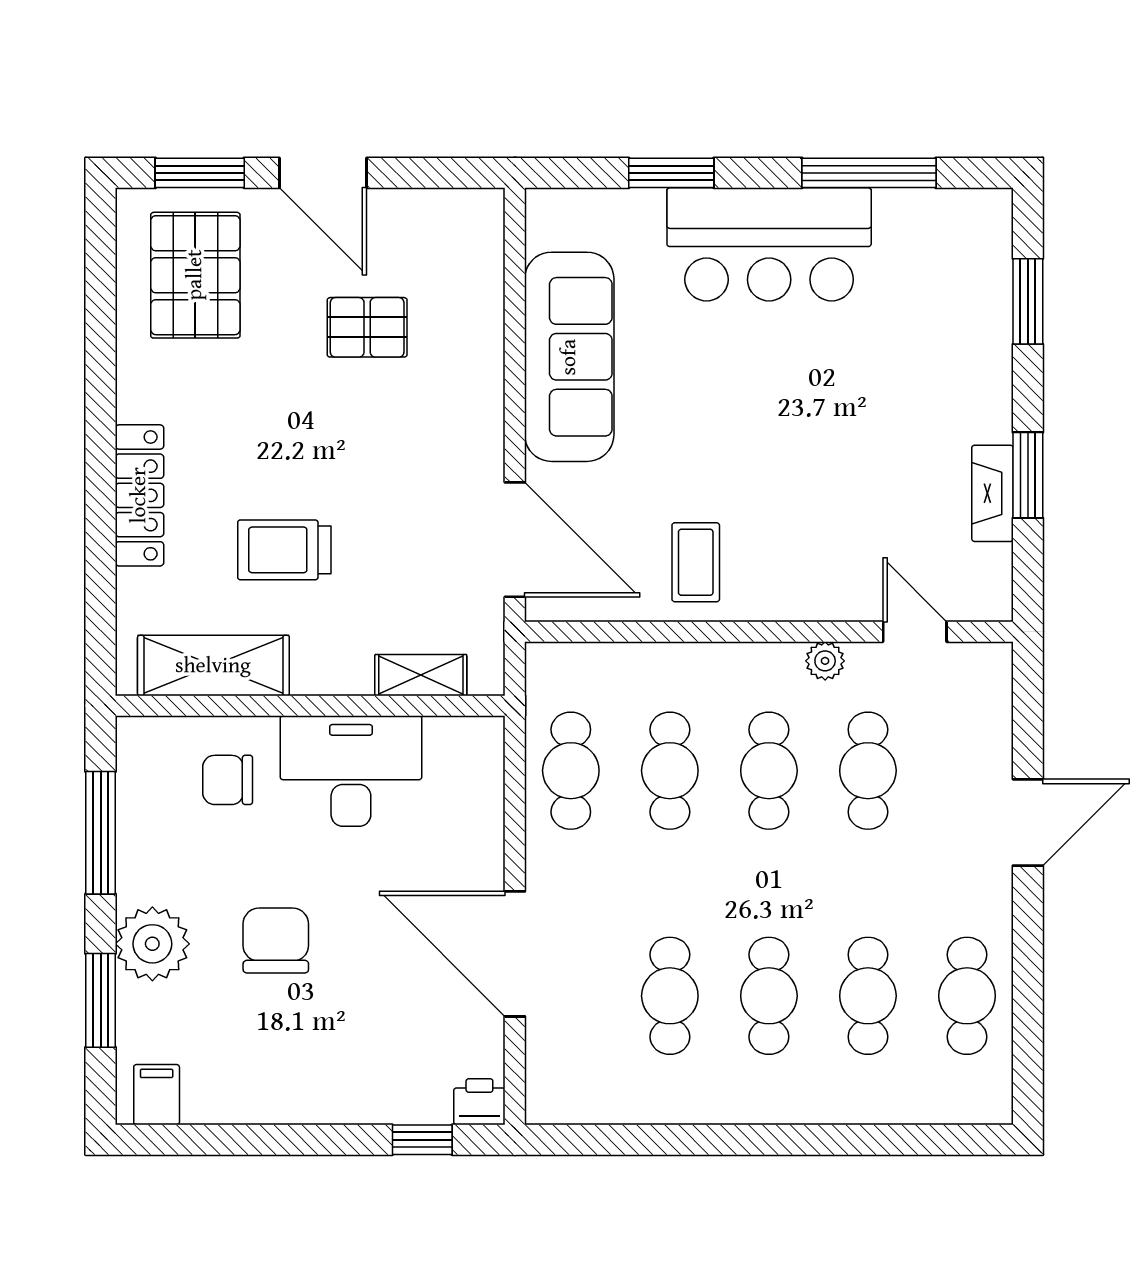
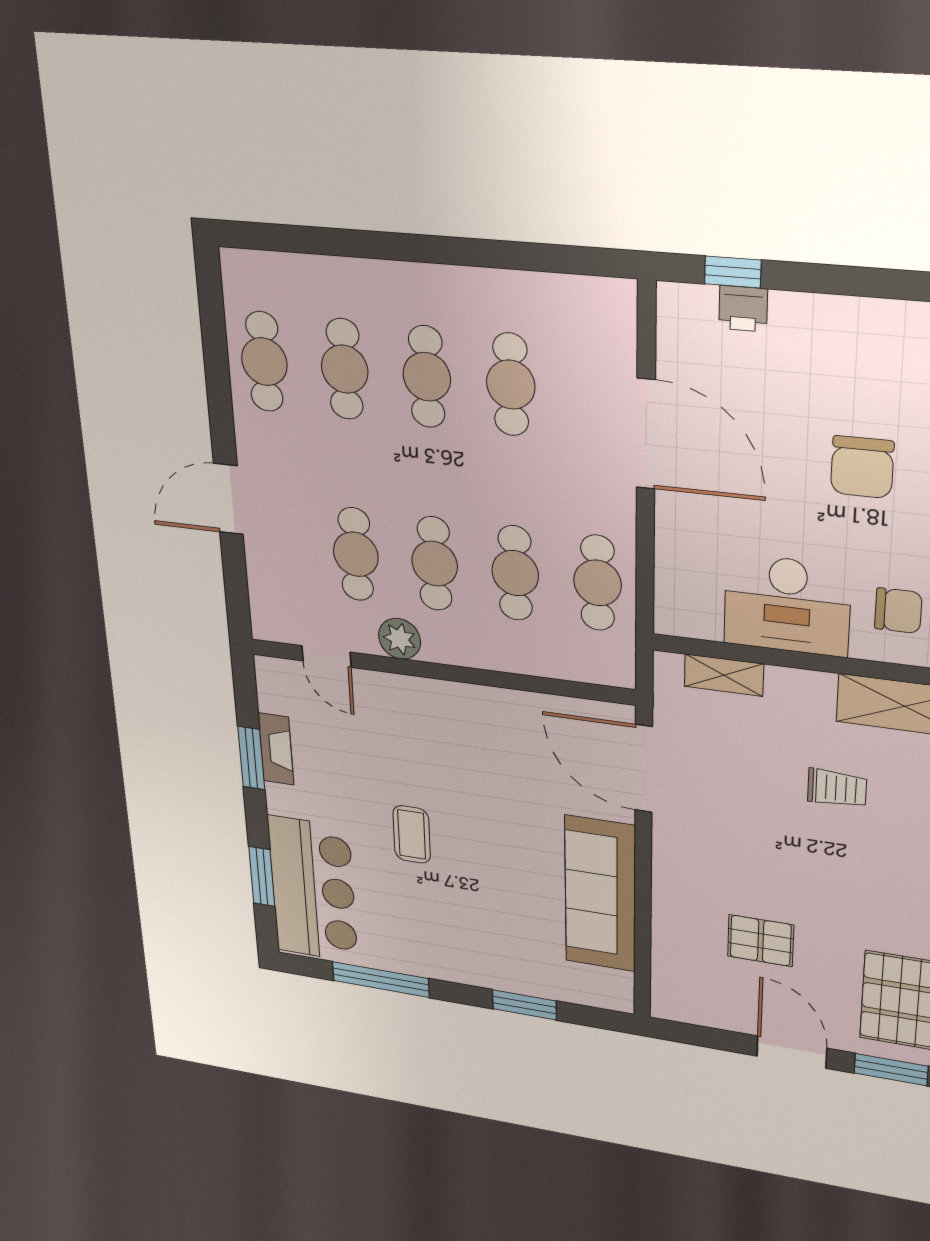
bar counter: (769, 244) -> (313, 890), moved, turned 90
trolley: (284, 550) -> (837, 788), width x0.73, depth x0.72
coffee table: (696, 562) -> (412, 834), moved
plant: (825, 661) -> (400, 639), width x1.38, depth x1.38
printer: (479, 1102) -> (743, 309), moved

